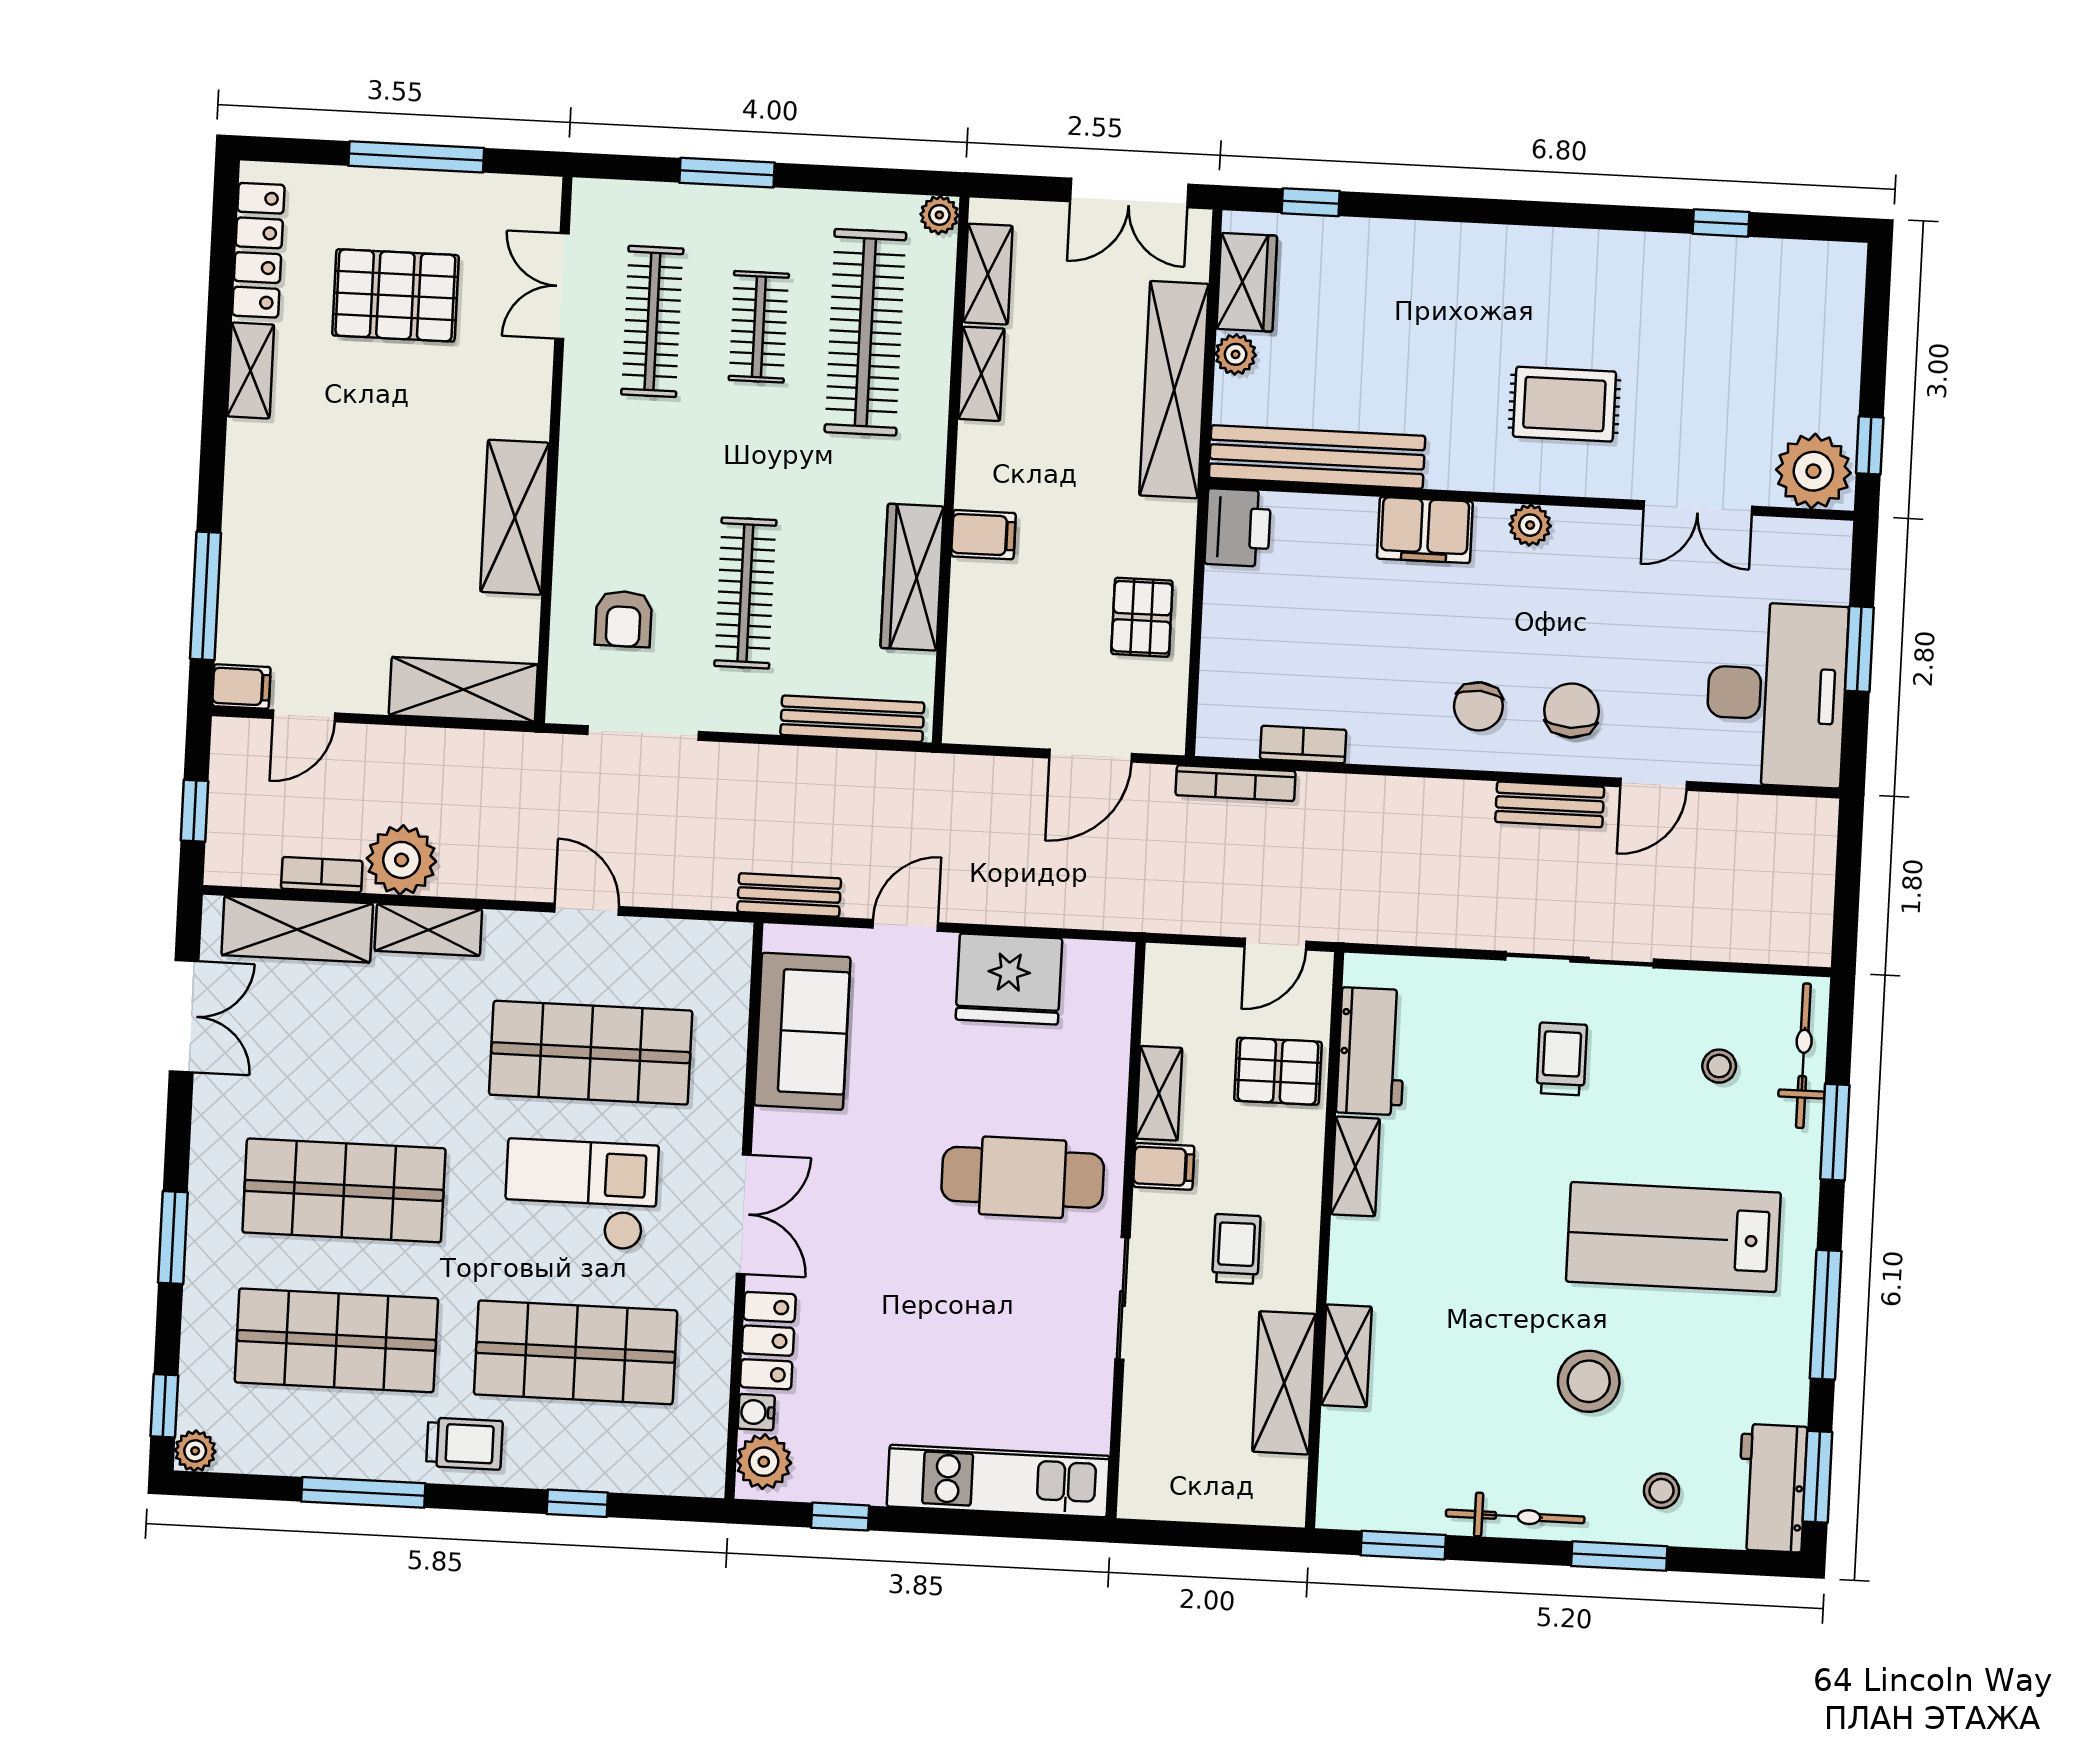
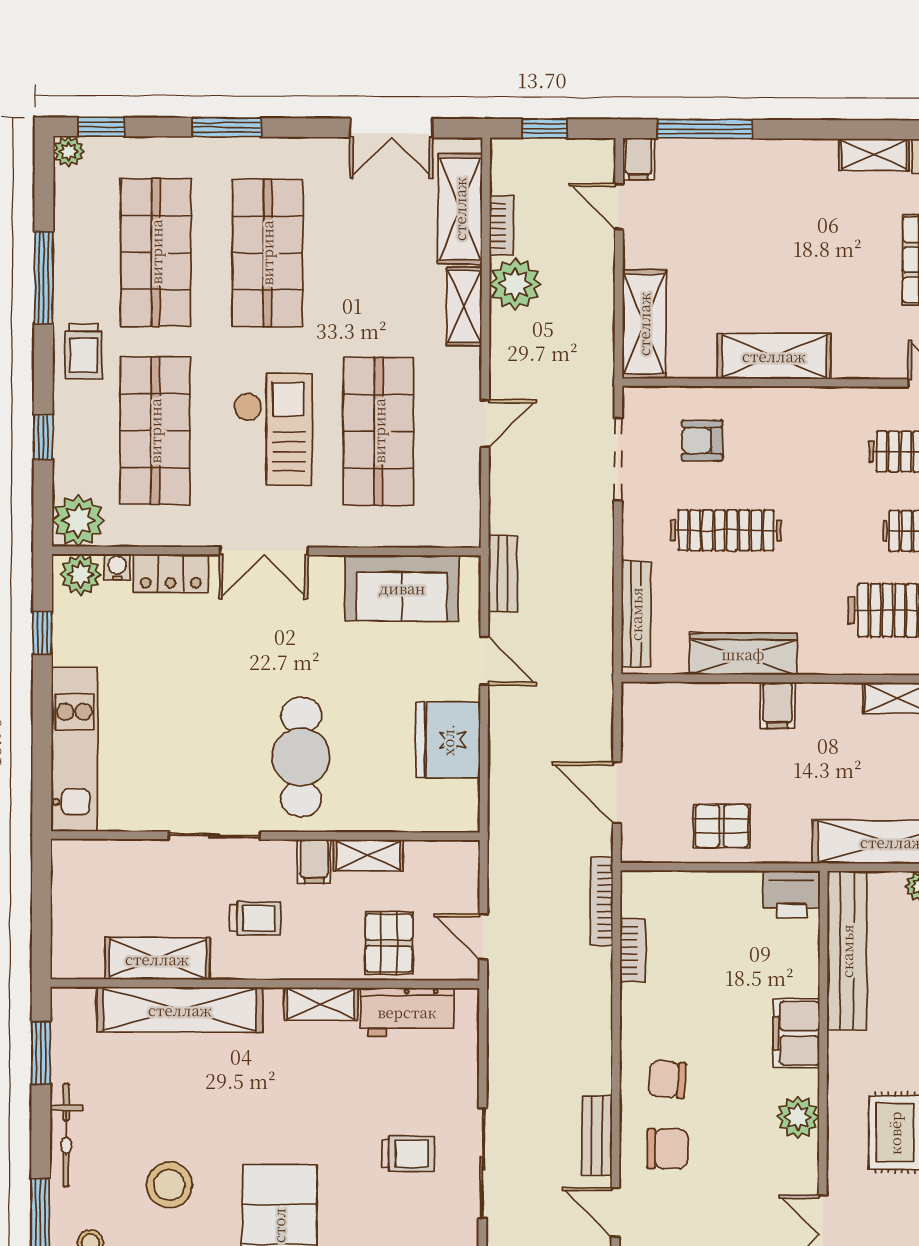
plant: (1530, 525) -> (798, 1117), width x1.38, depth x1.38
shelving: (1346, 1356) -> (180, 1010), width x2.20, depth x1.33
plant: (691, 1461) -> (78, 520), added

